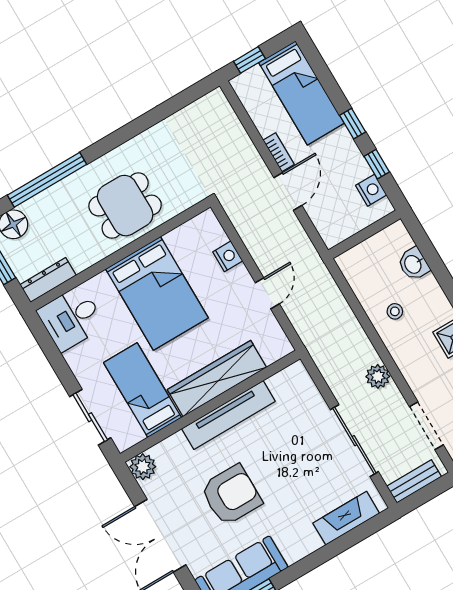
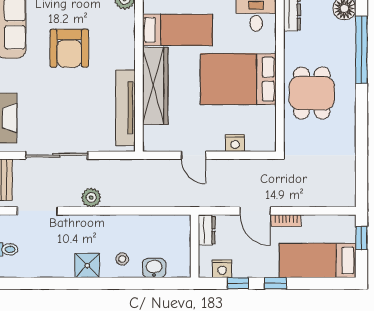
dresser: (339, 232) -> (207, 230), added
stool: (395, 311) -> (122, 259), moved
tv unit: (228, 415) -> (126, 108), moved

